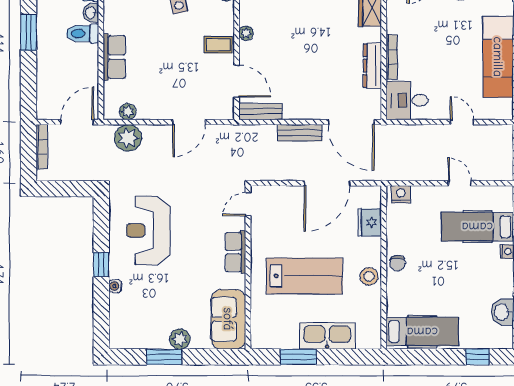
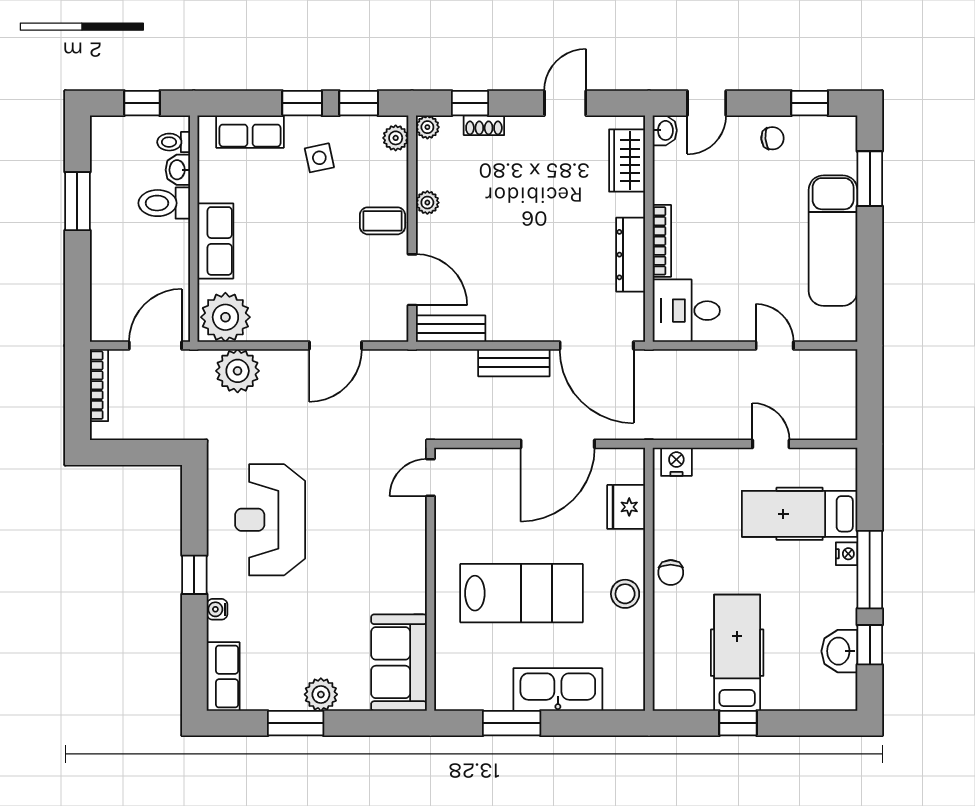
plant: (128, 112) -> (225, 317), width x1.88, depth x1.88
row of seats: (236, 252) -> (223, 677), moved, turned 180
hospital bed: (422, 332) -> (737, 653), moved, turned -90
window: (477, 357) -> (738, 723), moved

